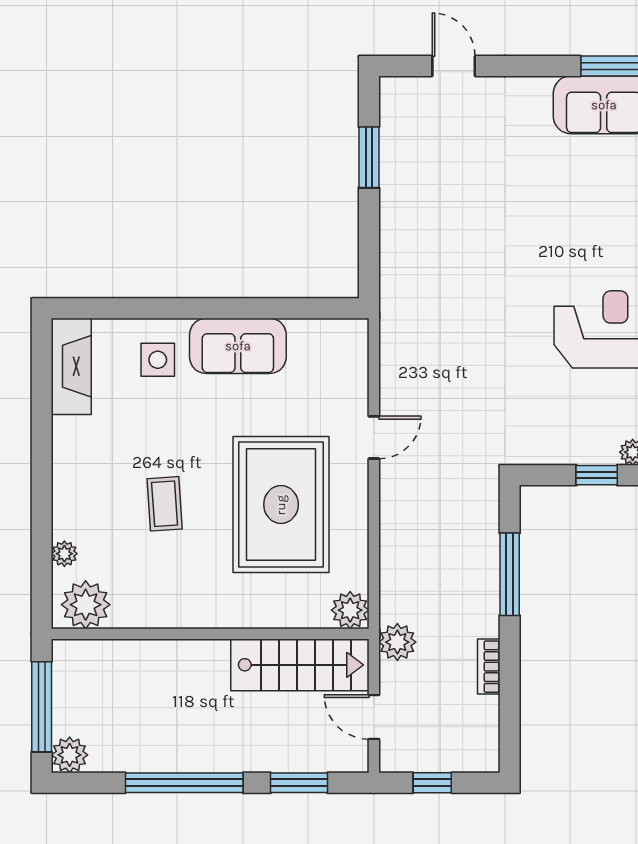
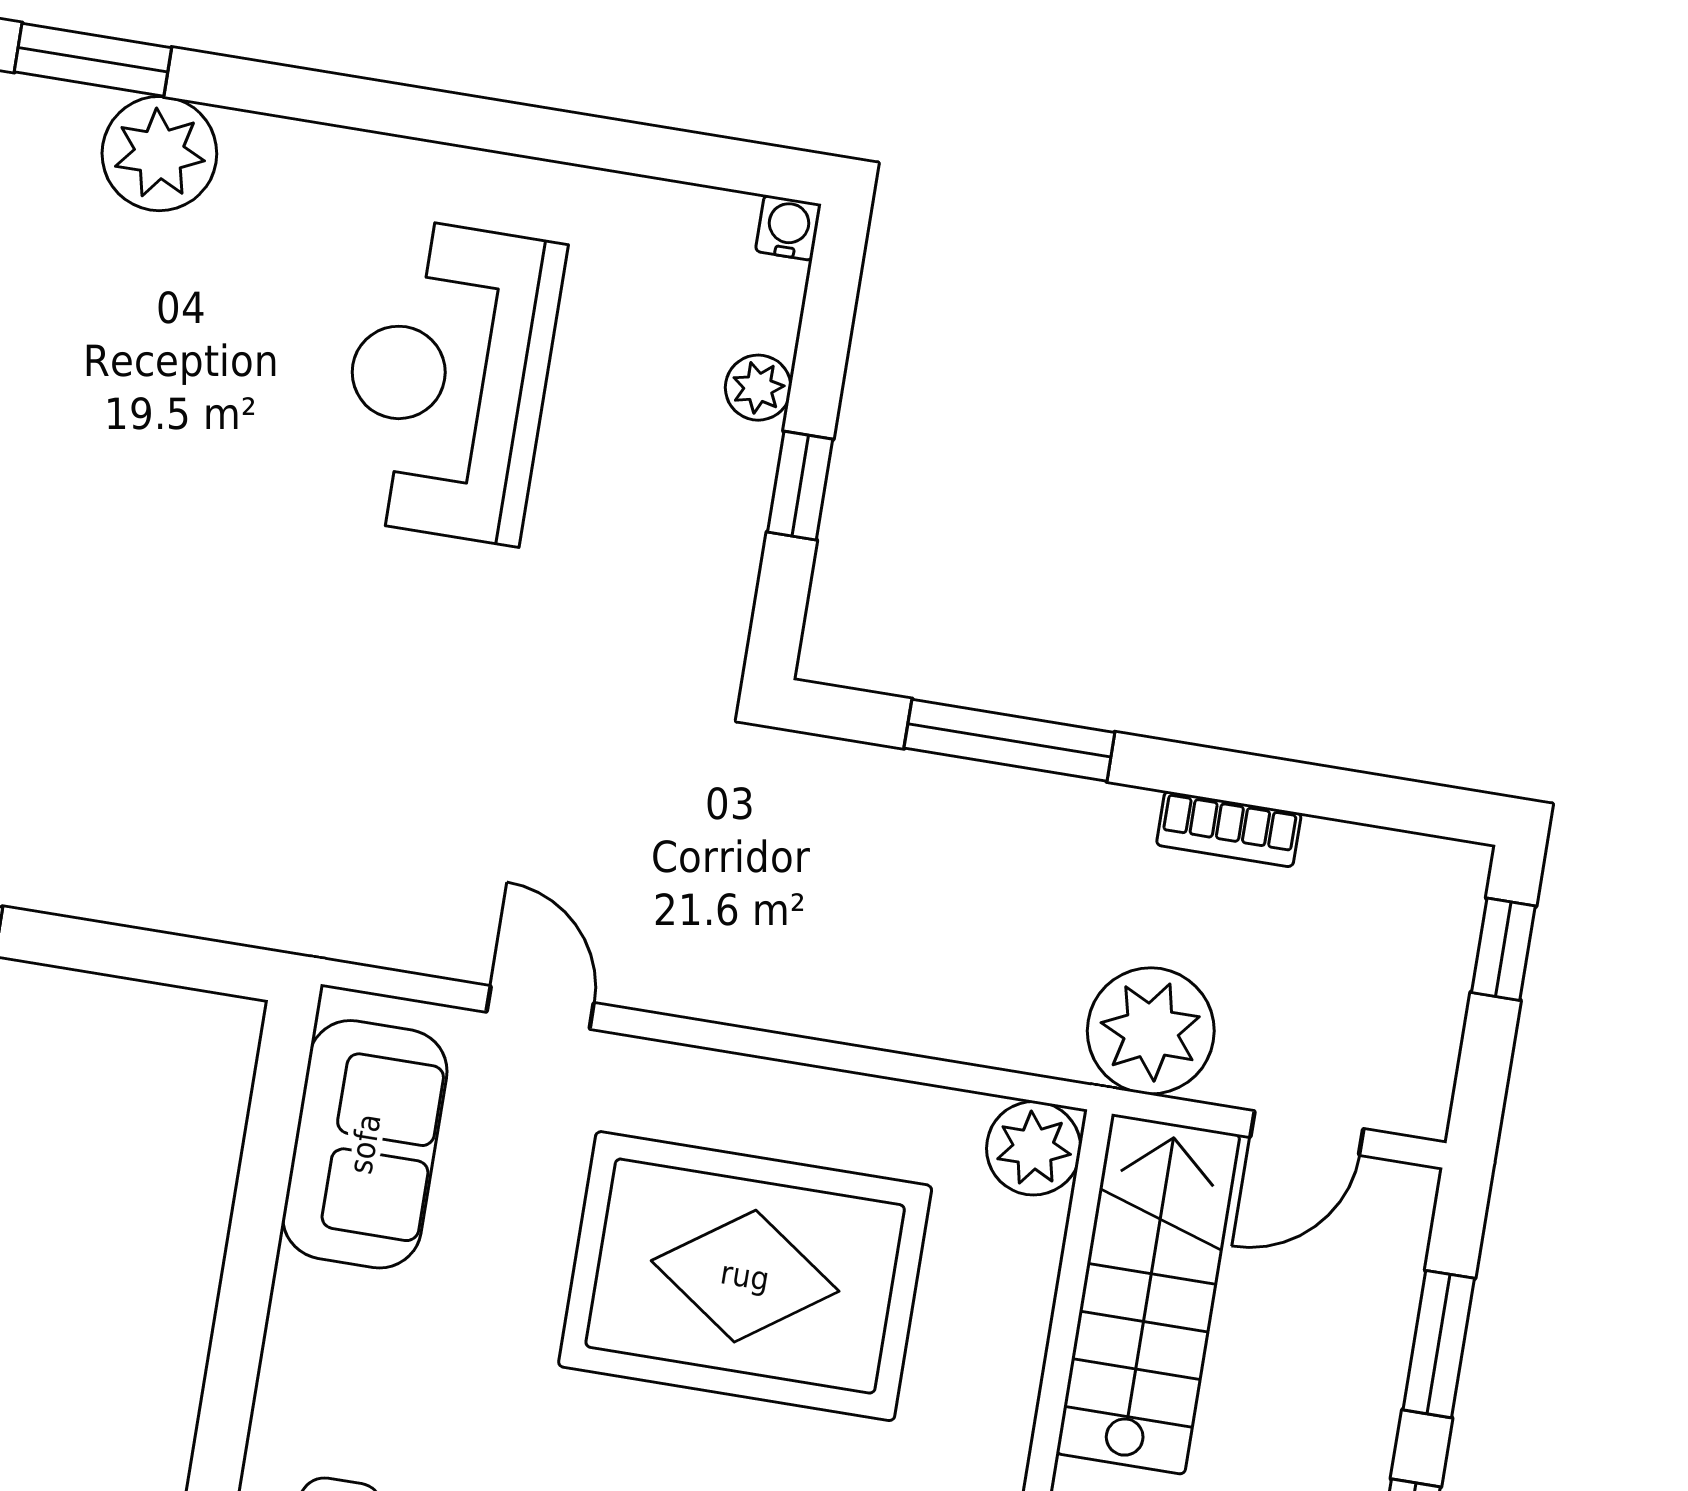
sofa: (238, 346) -> (365, 1144), moved
door: (374, 437) -> (540, 1007), moved
plant: (397, 642) -> (1151, 1031), width x1.36, depth x1.36
window: (432, 783) -> (1503, 949), moved

